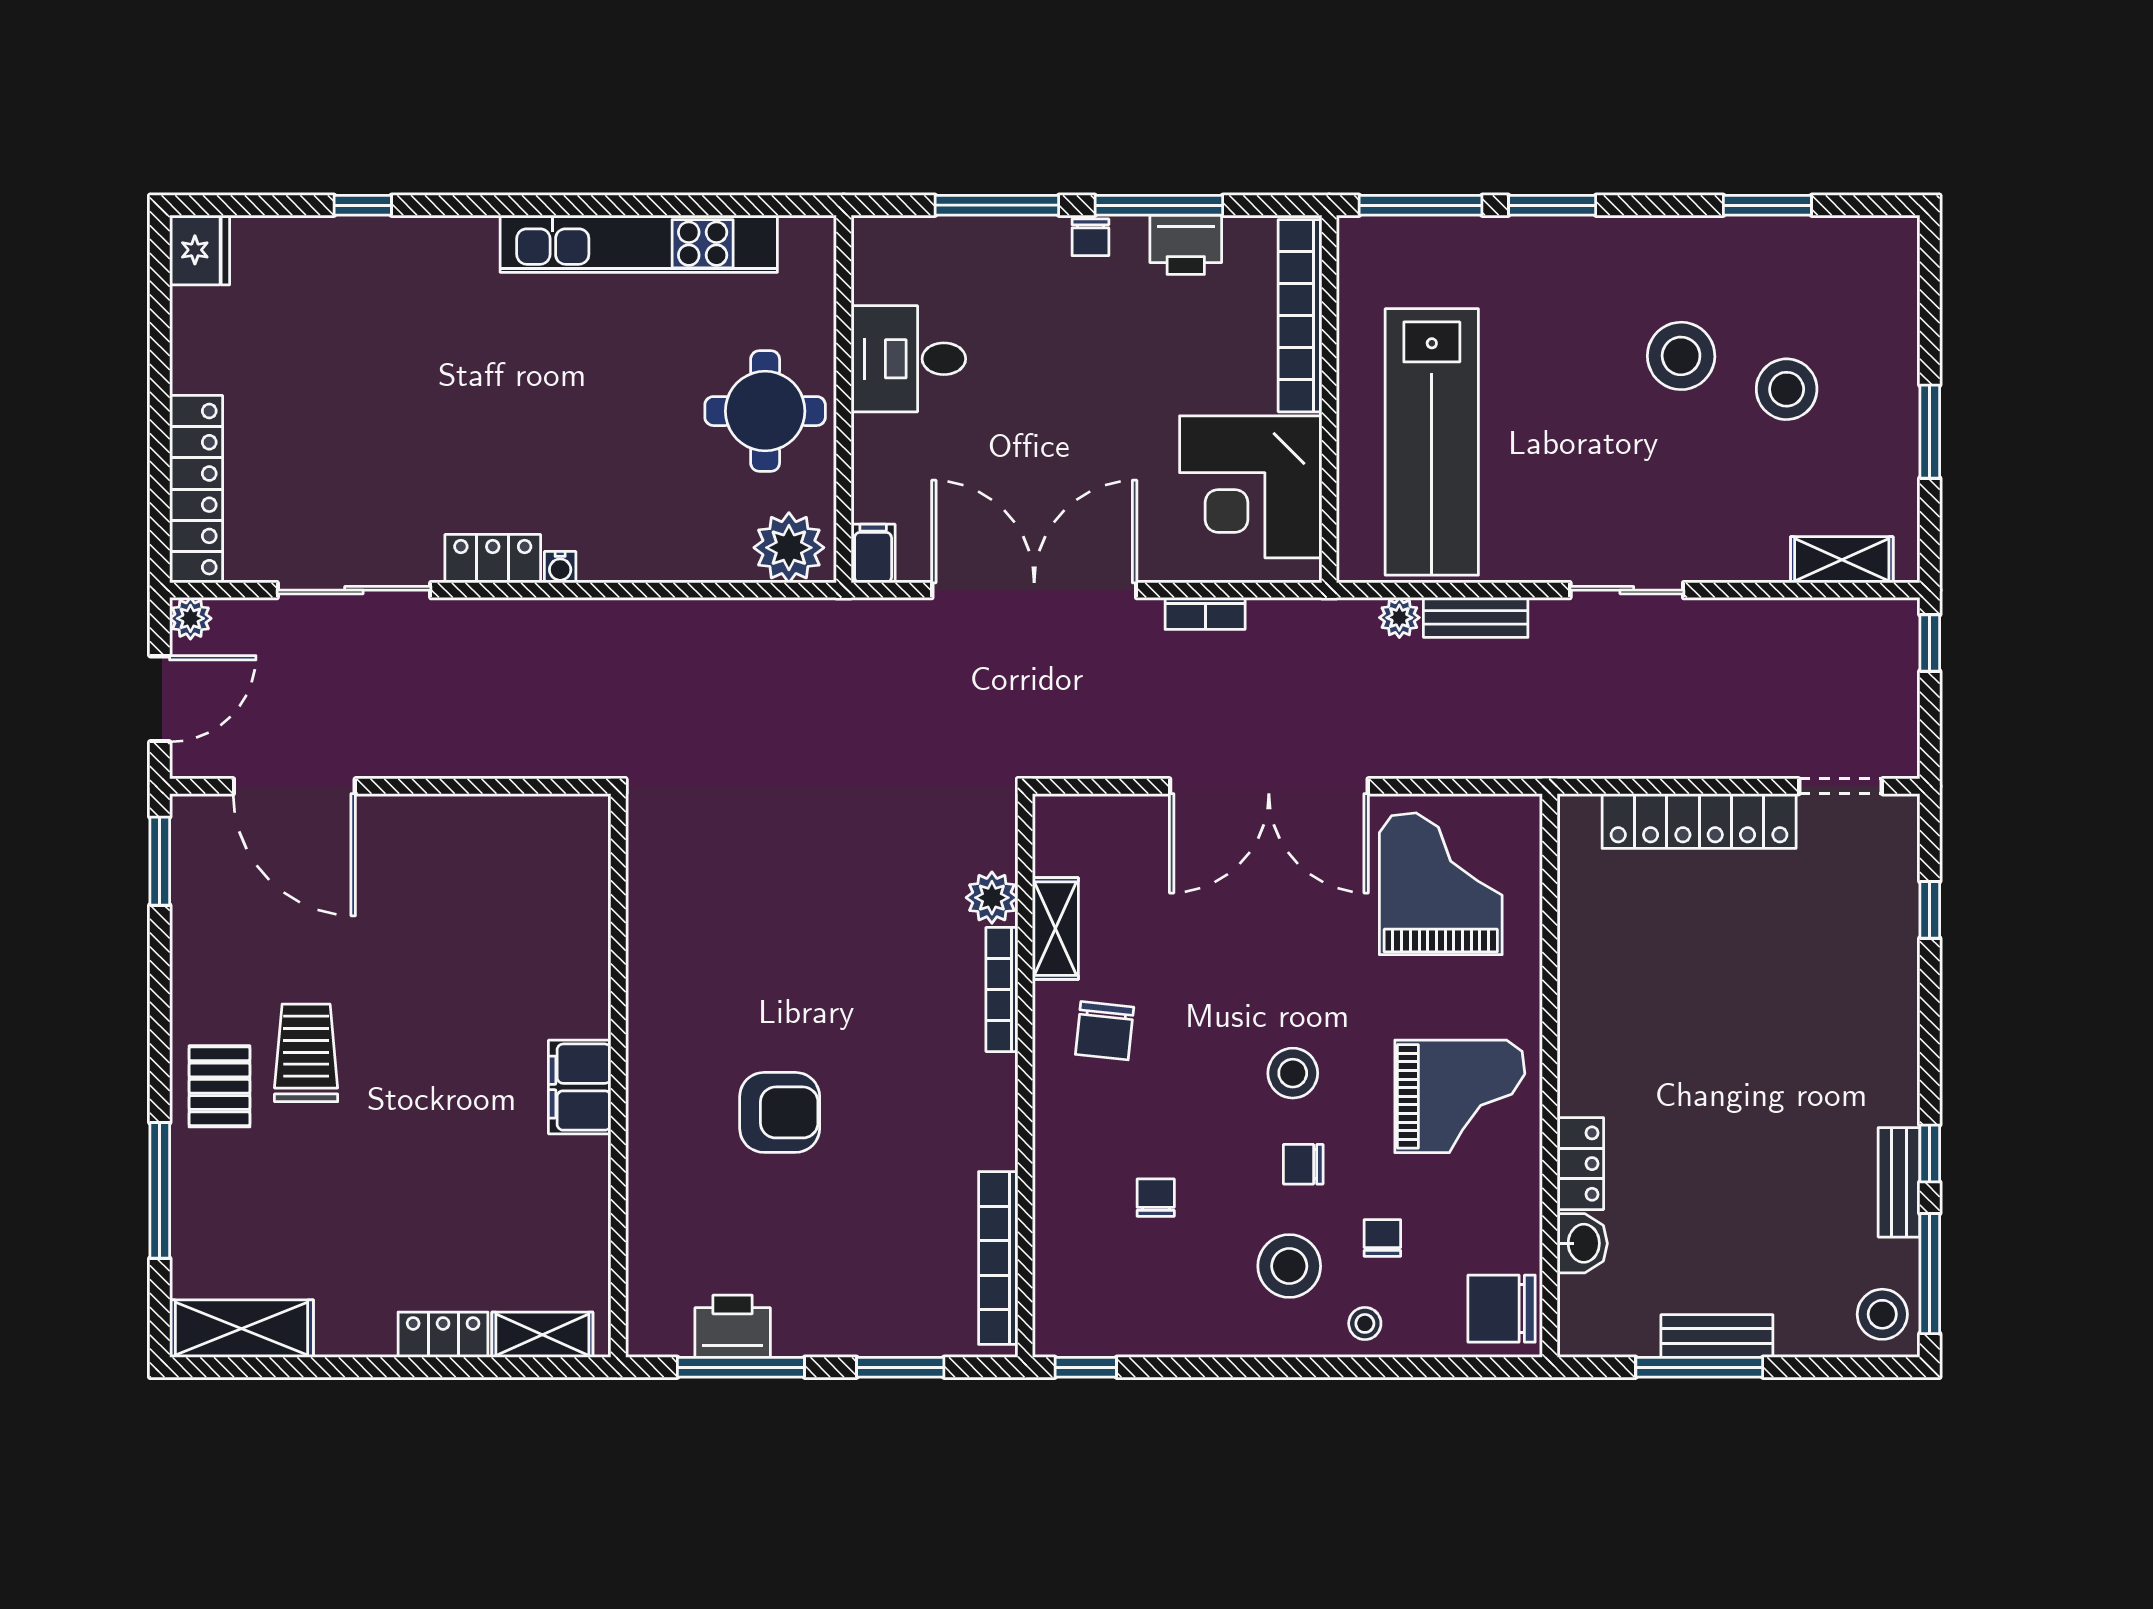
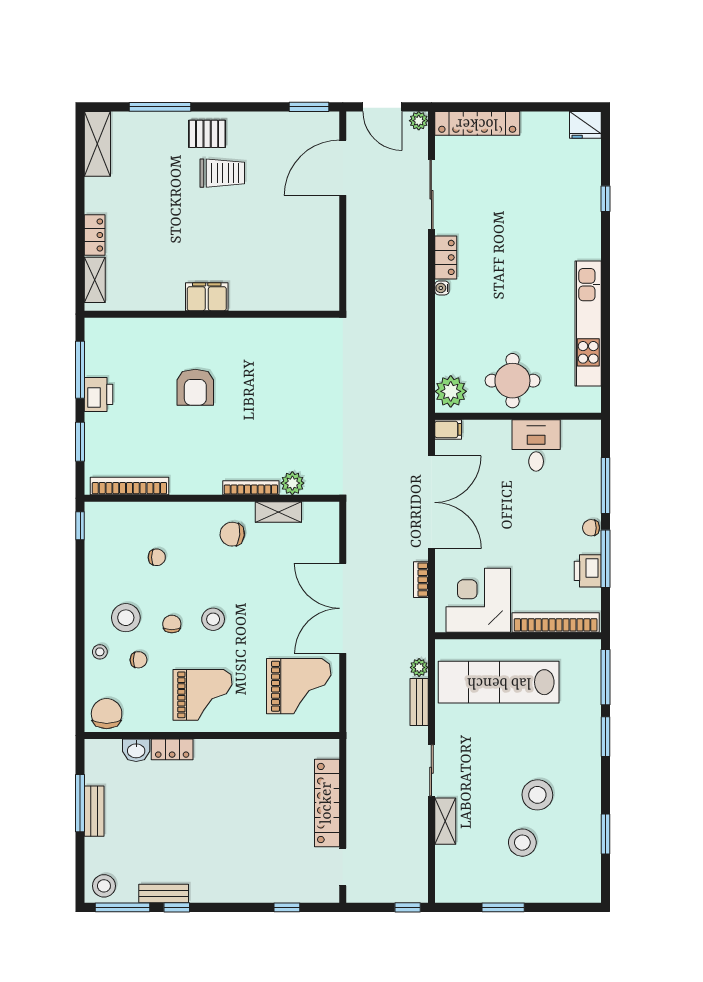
shelving: (1842, 560) -> (445, 821), moved
grand piano: (1460, 1096) -> (203, 695), turned -90
printer: (733, 1326) -> (99, 394), moved

